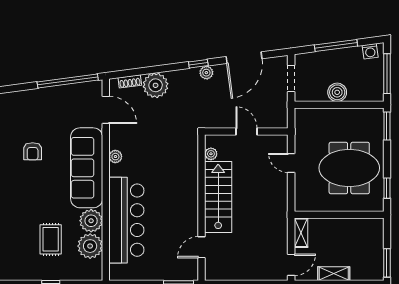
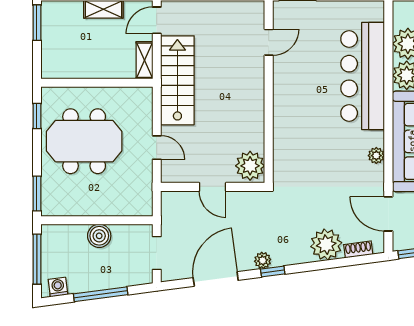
plant: (211, 154) -> (250, 166), width x1.88, depth x1.88
stairs: (218, 197) -> (177, 80), moved, turned 180

